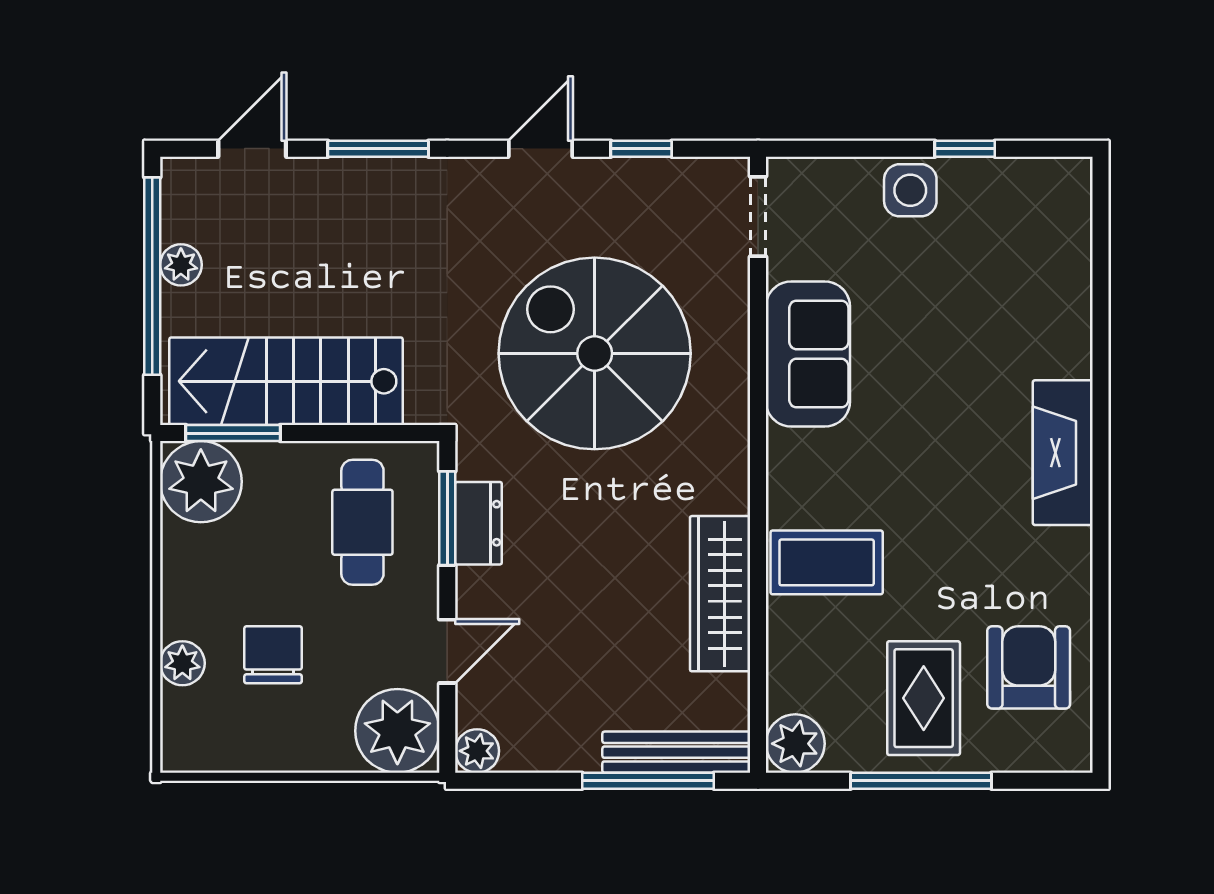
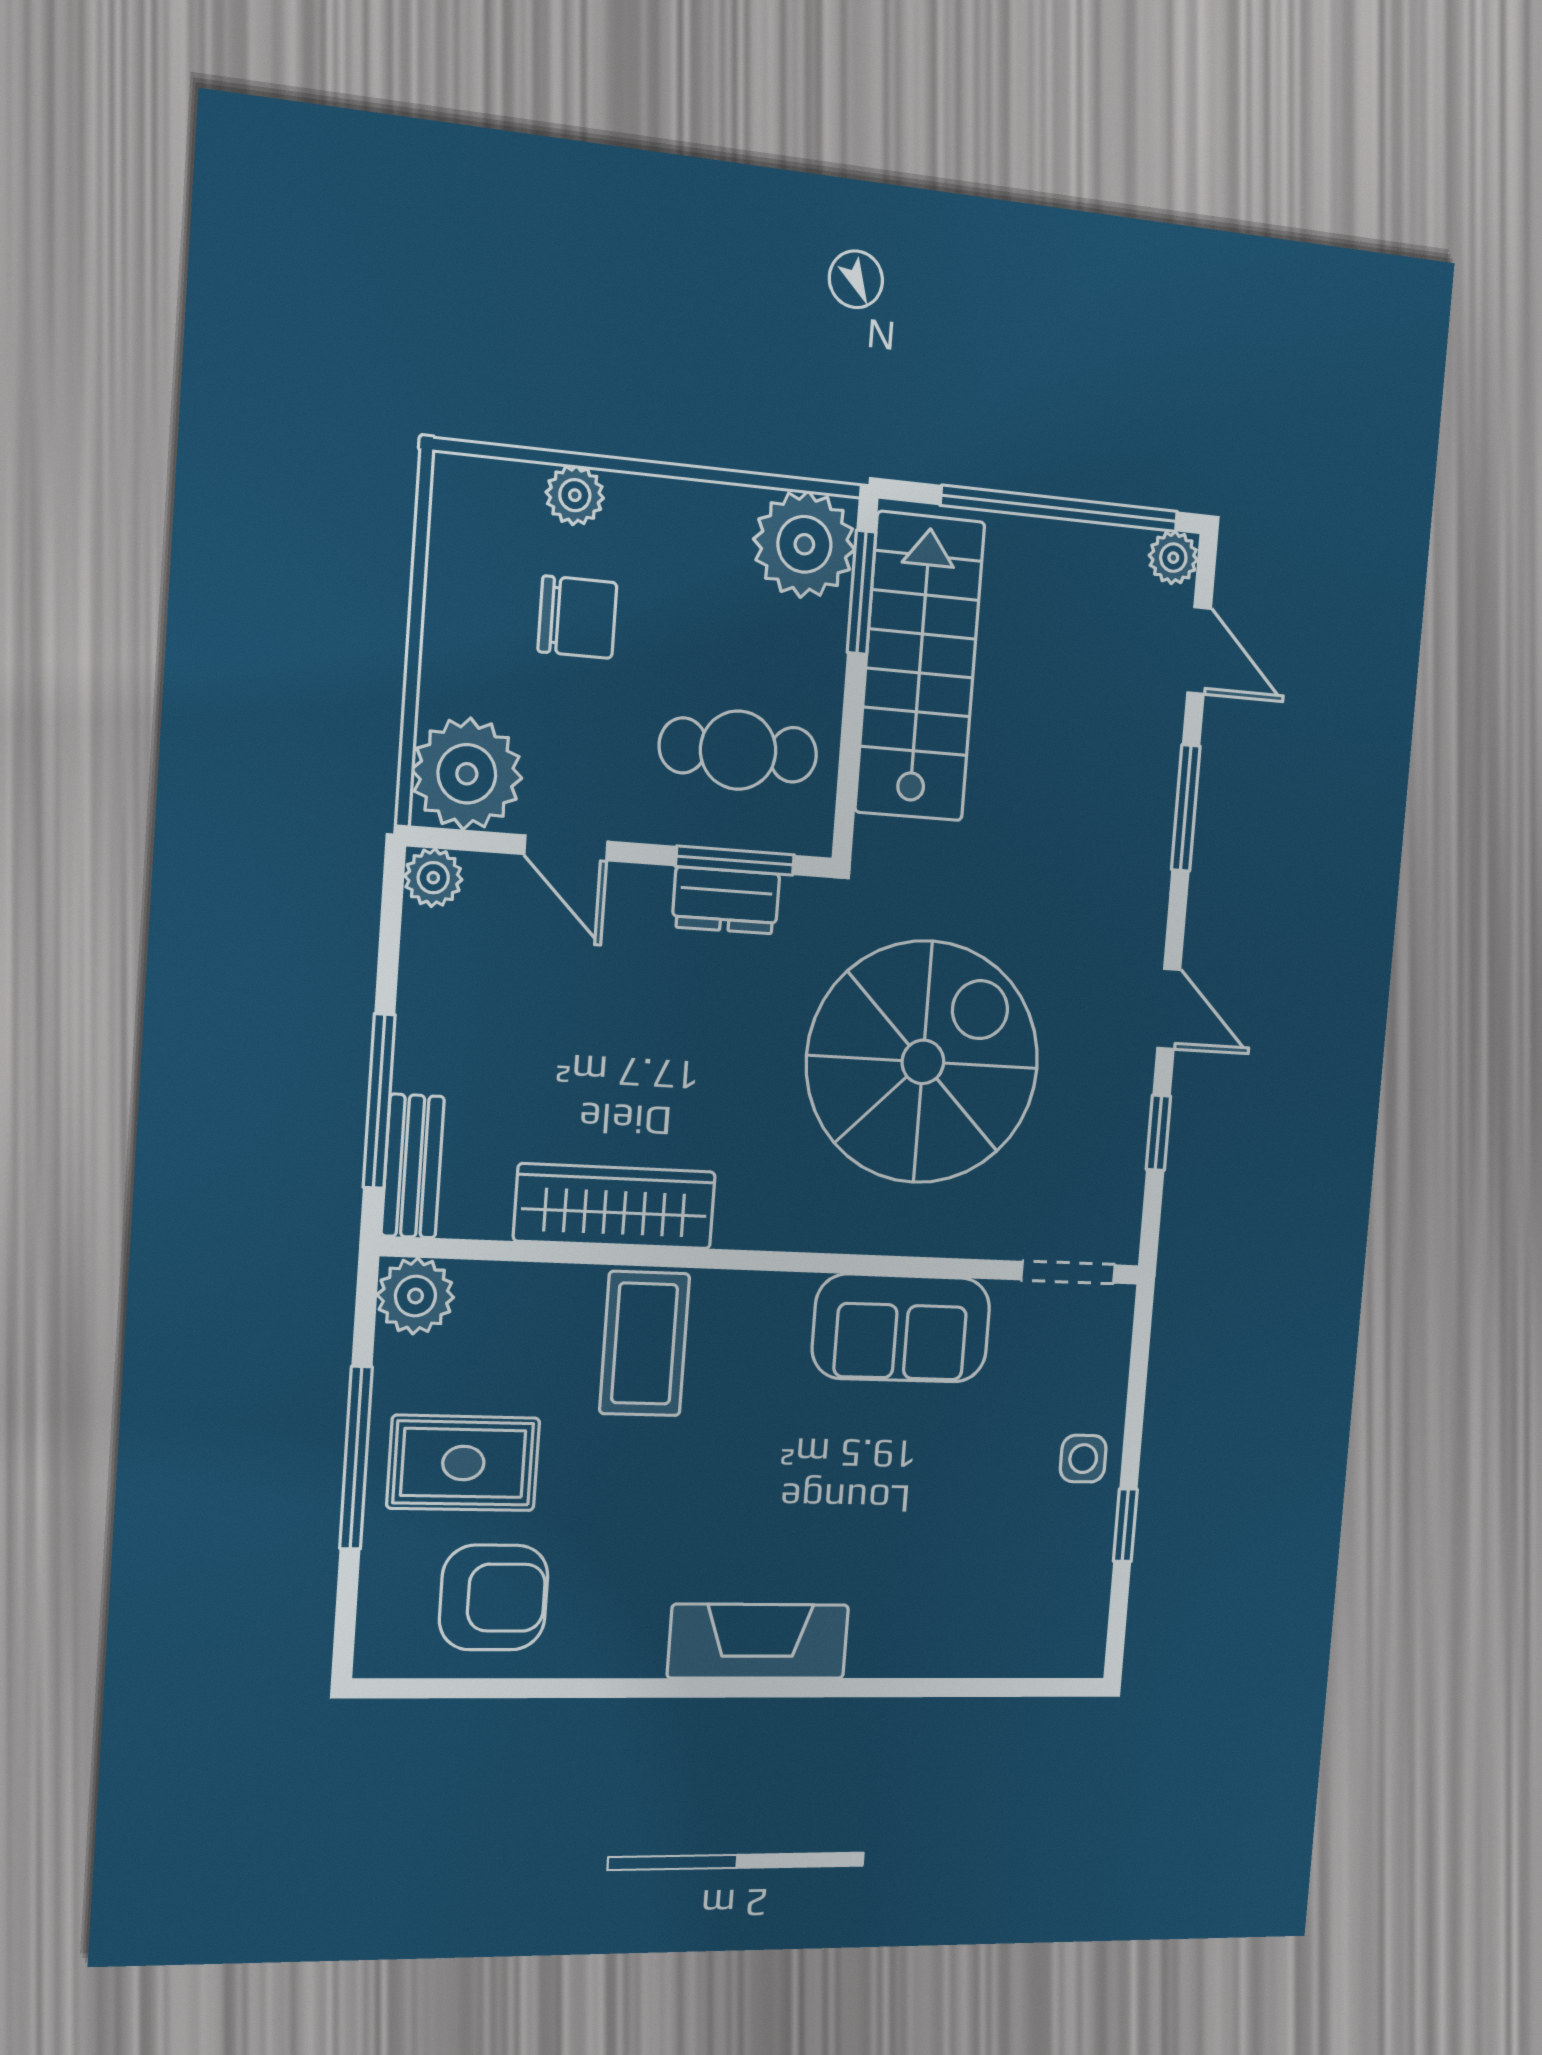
side table: (910, 190) -> (1083, 1459), width x0.73, depth x0.73
plant: (181, 265) -> (1173, 558), moved
bench: (676, 752) -> (413, 1166), width x0.73

